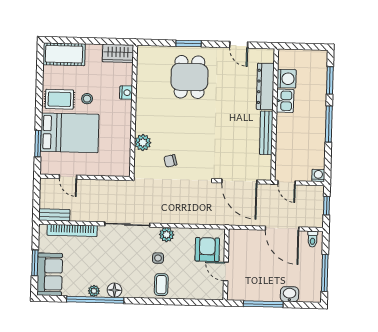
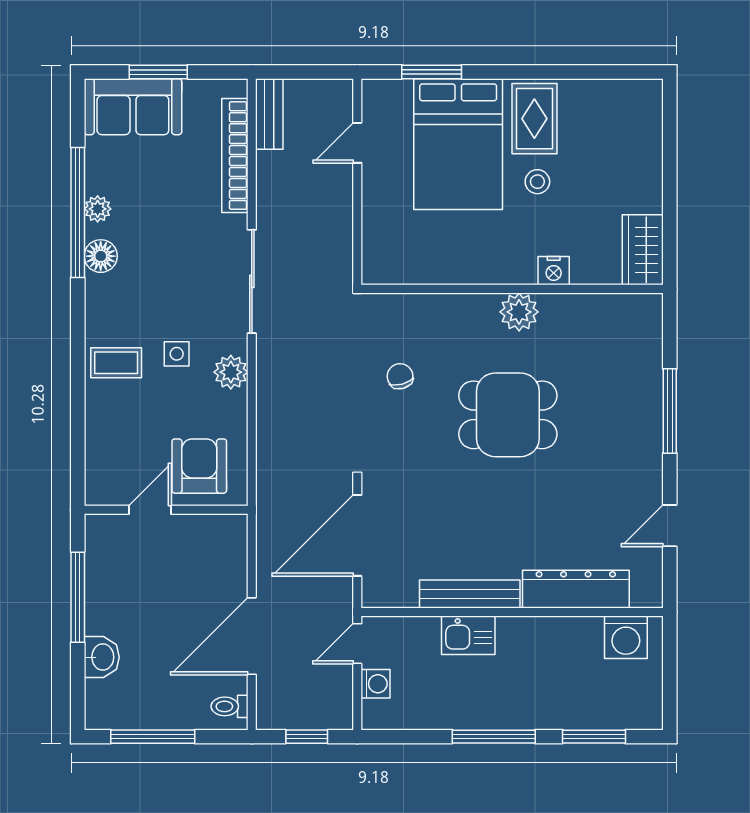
window: (189, 43) -> (670, 411), width x1.44
cot: (64, 54) -> (638, 126), removed
dining table: (189, 77) -> (508, 415), moved
washing machine: (287, 79) -> (626, 637), moved
kitchen sink: (285, 101) -> (468, 635), moved
plant: (143, 143) -> (519, 312), moved
washing machine: (318, 175) -> (376, 684), moved
armchair: (207, 249) -> (199, 466), turned -90

